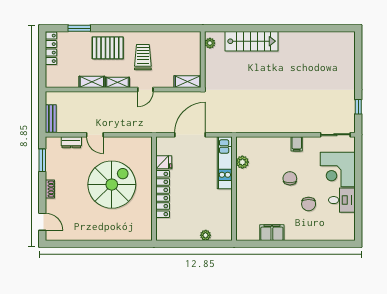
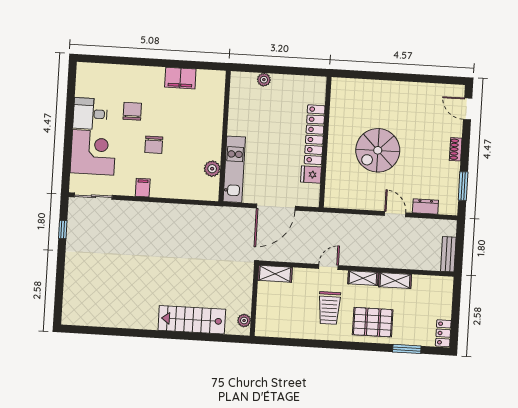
locker: (51, 48) -> (443, 333), width x0.66
bench: (51, 118) -> (448, 254), moved
spiral stairs: (112, 185) -> (378, 150), width x0.73, depth x0.73

